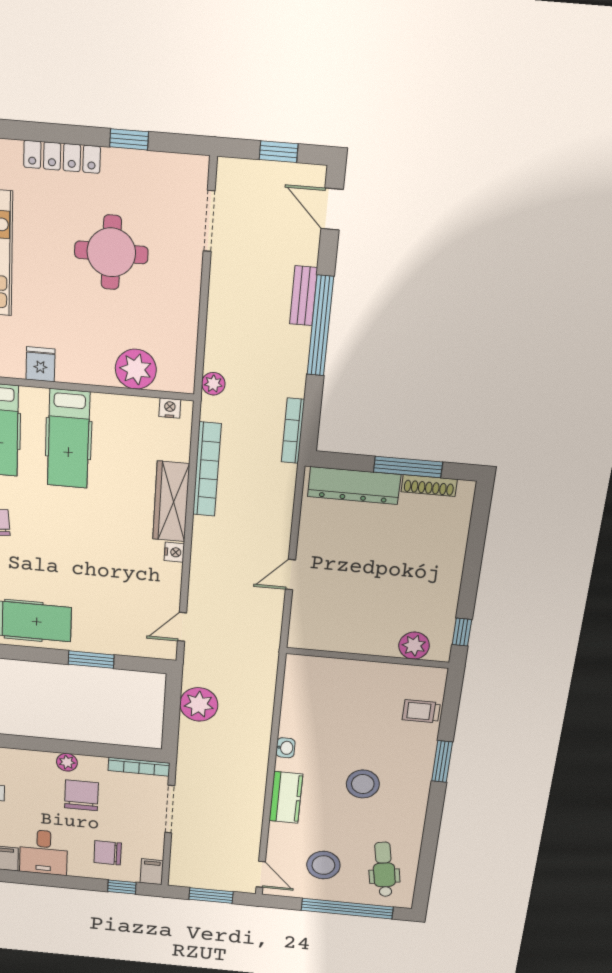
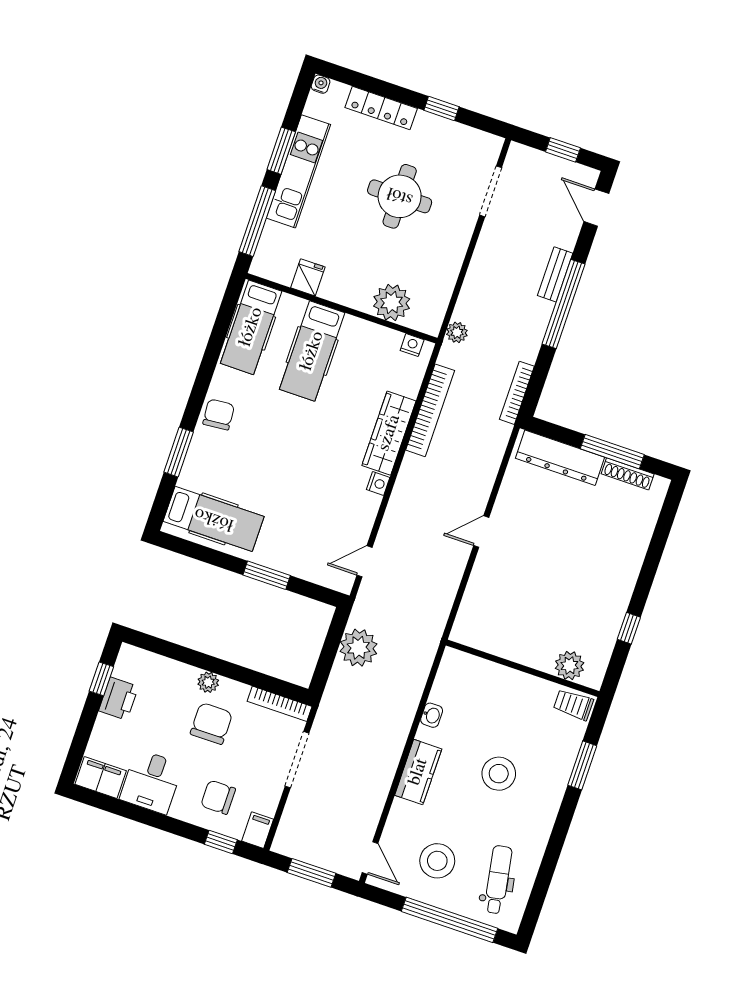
plant: (414, 646) -> (570, 666), moved
wall: (367, 658) -> (523, 668), moved

